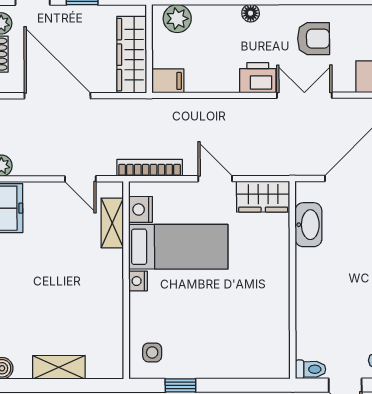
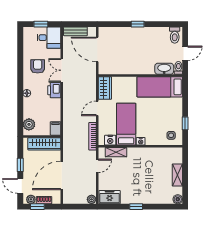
washbasin: (308, 225) -> (164, 69), moved
bed: (266, 325) -> (160, 87), added

